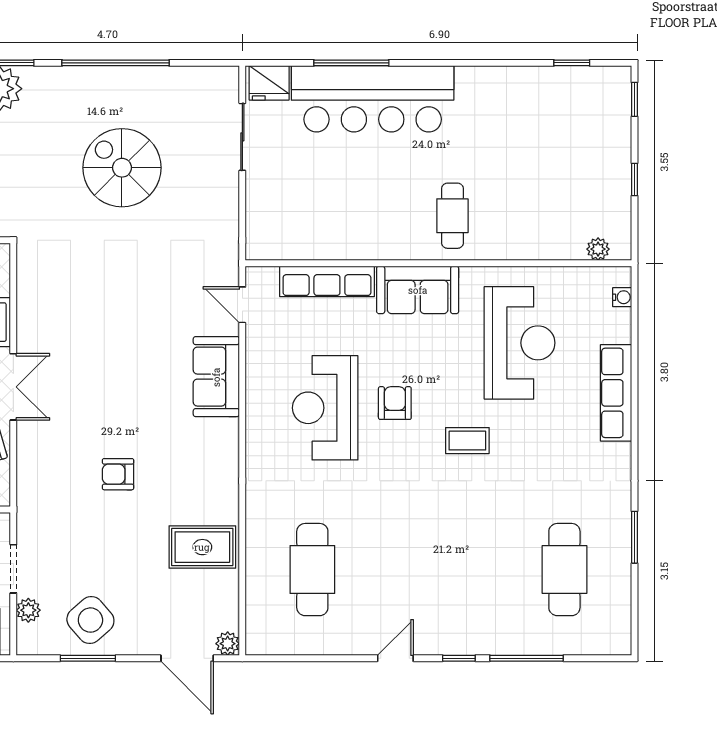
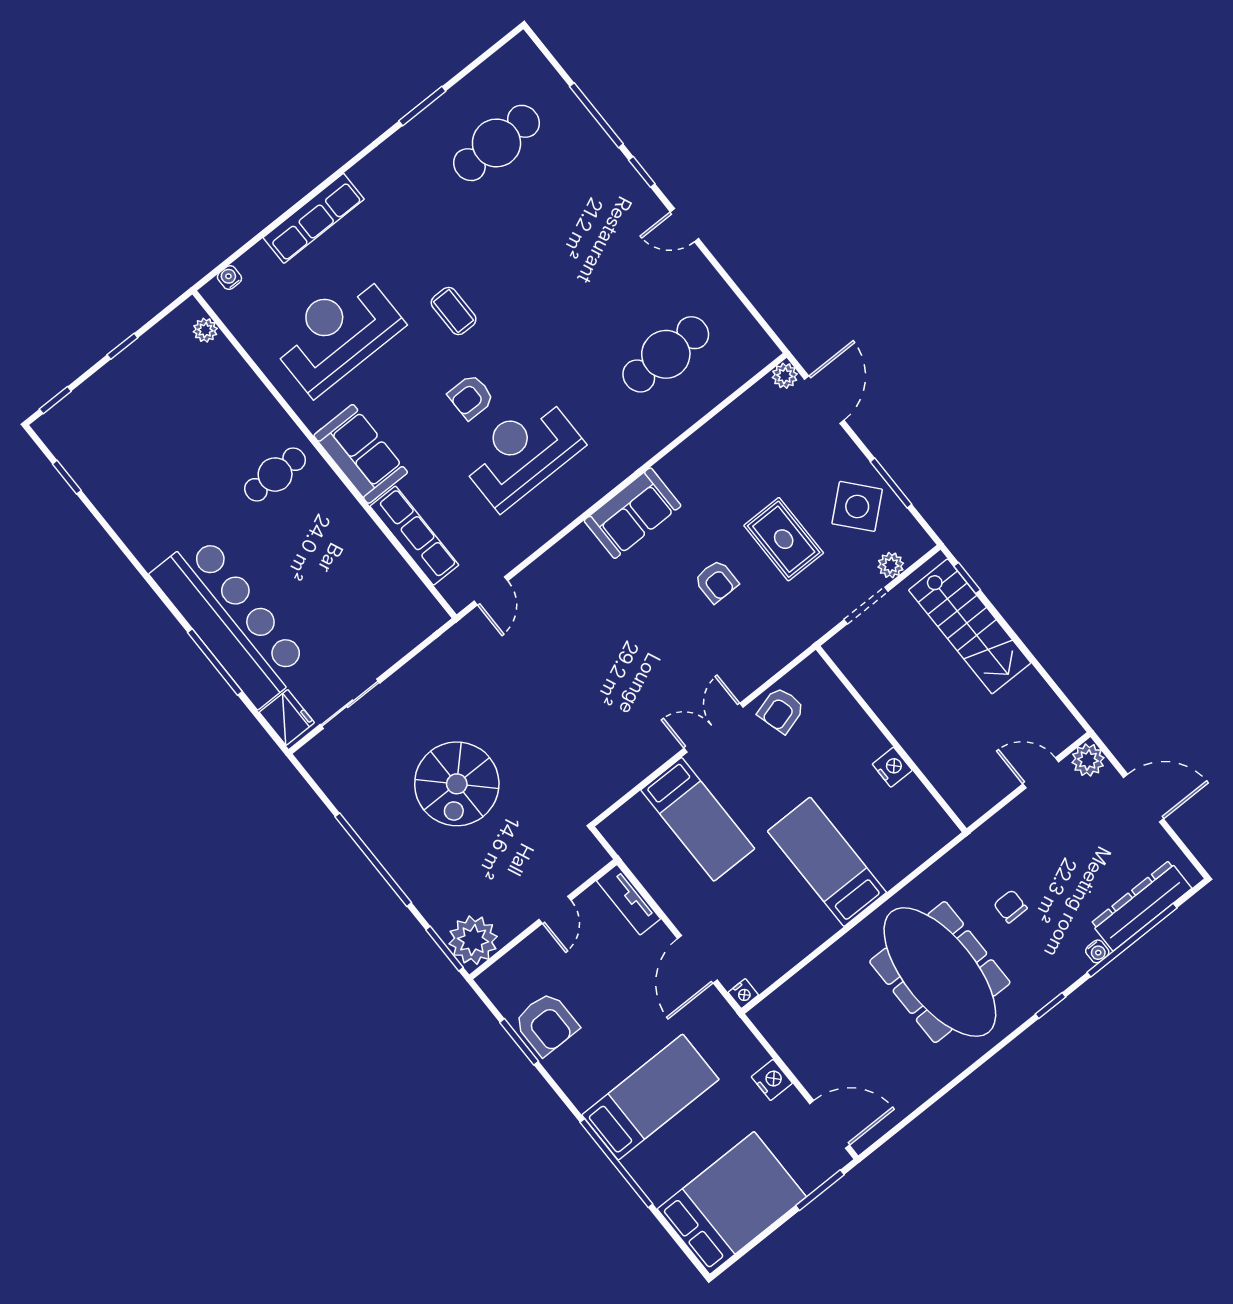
sofa: (216, 377) -> (633, 513), moved
reception desk: (325, 408) -> (522, 452), turned 180
rug: (202, 547) -> (784, 539), moved

